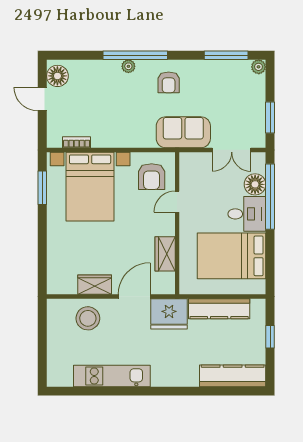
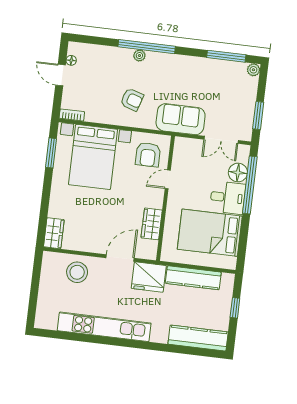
floor lamp: (57, 76) -> (71, 60), width x0.53, depth x0.53
armchair: (169, 82) -> (132, 99), moved, turned -72
bookcase: (77, 142) -> (72, 115), moved
wardrobe: (95, 285) -> (54, 233), moved, turned 90
kitchen unit: (112, 376) -> (104, 327), width x1.36

